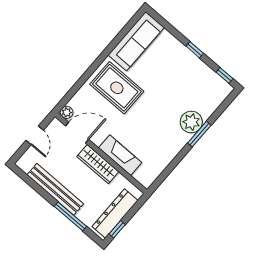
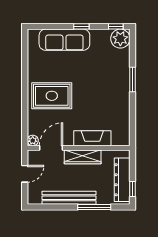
sofa: (136, 41) -> (64, 40), moved, turned 90
plant: (191, 122) -> (120, 39), moved
door: (35, 135) -> (25, 174), hinge flipped

